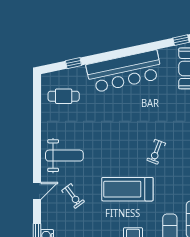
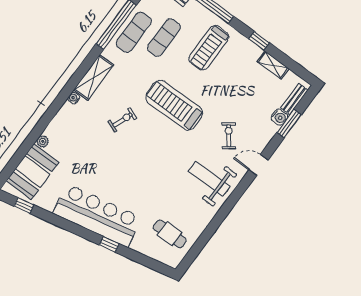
window: (73, 63) -> (109, 244), moved
treadmill: (127, 189) -> (174, 105), turned 180

